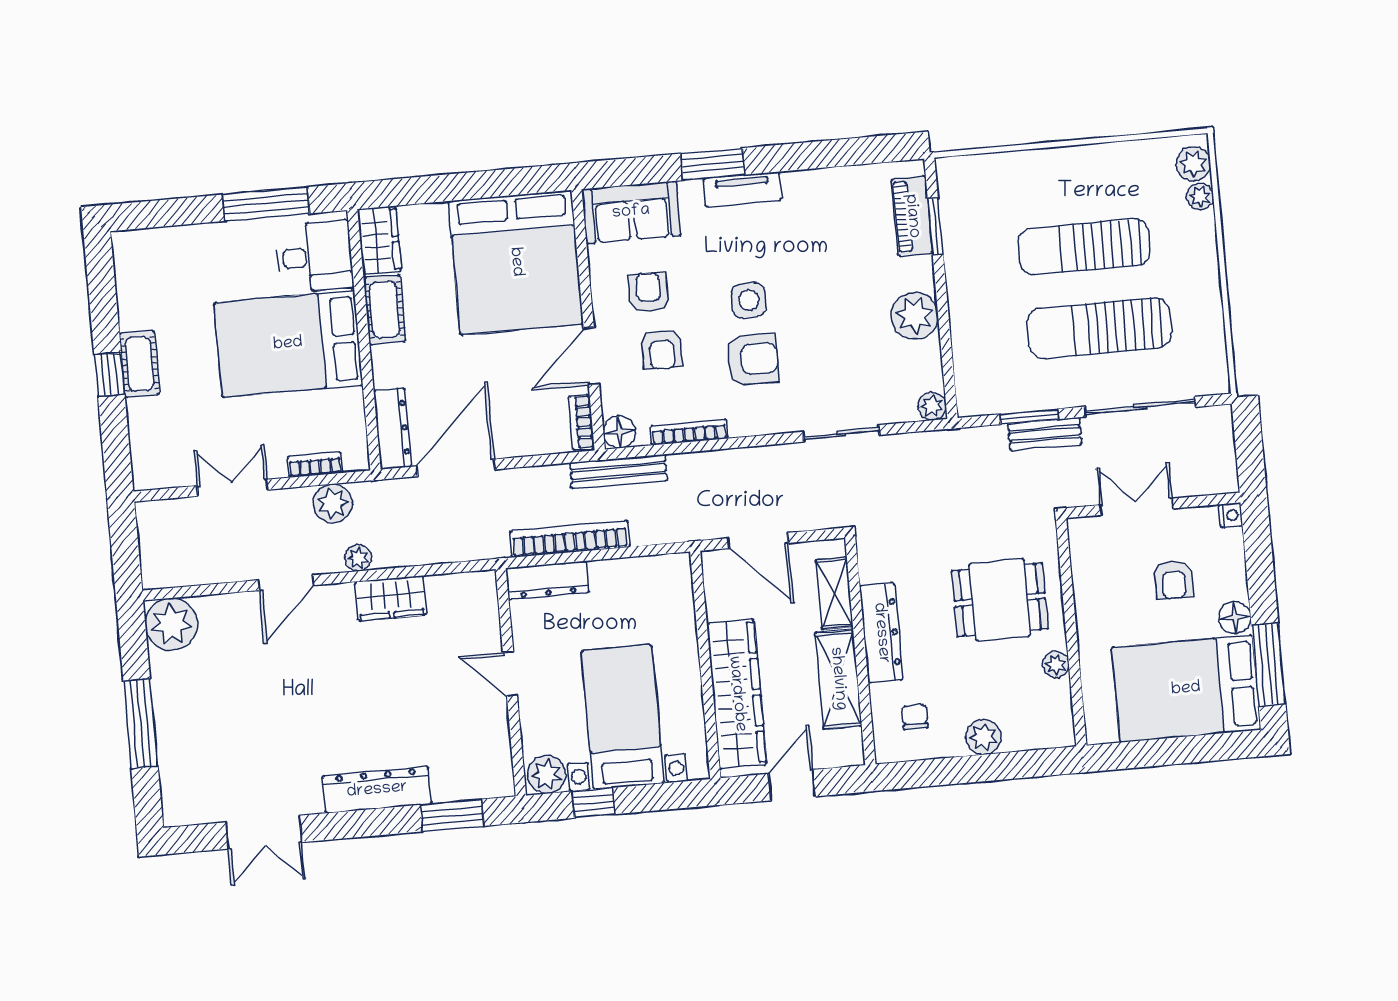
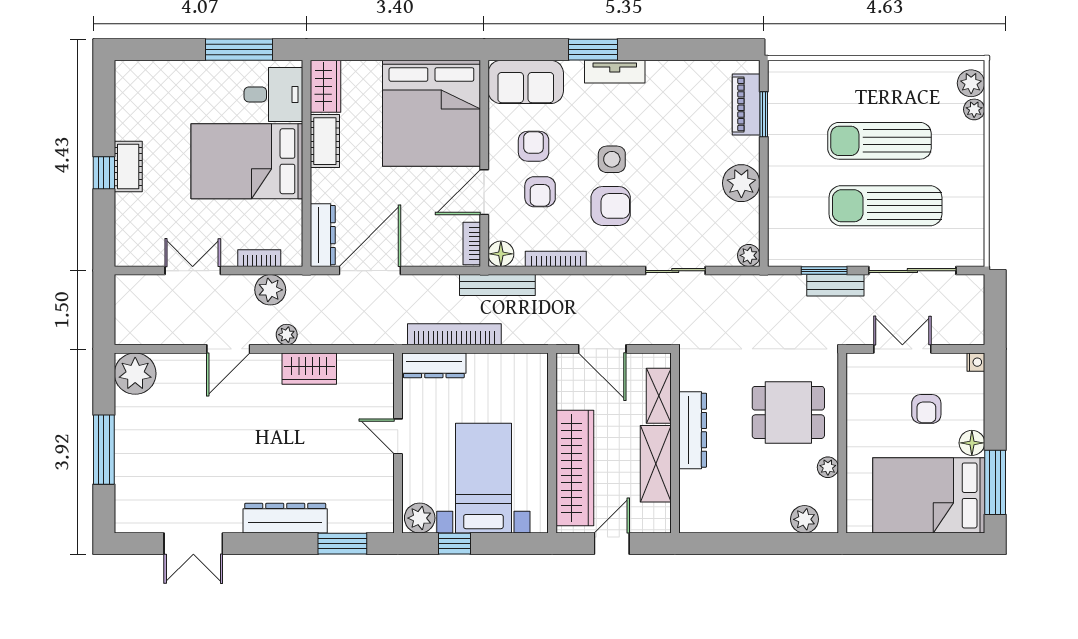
chair: (915, 717) -> (713, 499), removed
plant: (983, 737) -> (804, 519), moved

